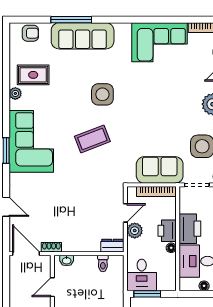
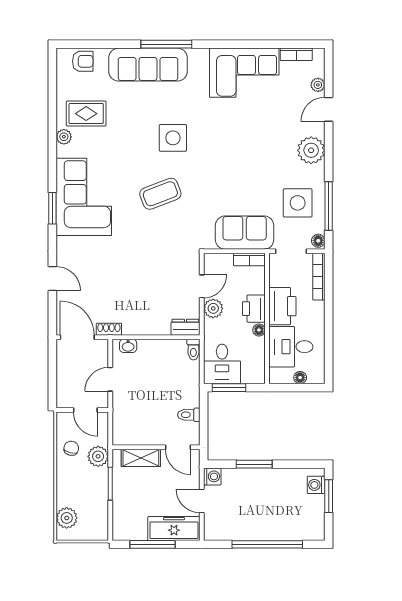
window: (71, 20) -> (166, 44), moved
bookcase: (156, 192) -> (249, 260), width x0.64
toilet: (103, 263) -> (193, 350), moved

